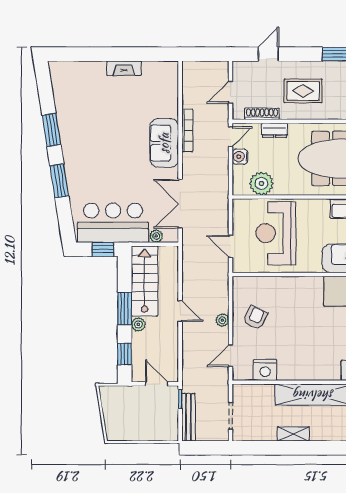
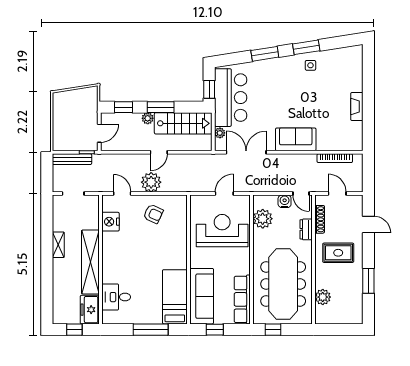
rug: (303, 91) -> (338, 253), turned 90
side table: (73, 125) -> (310, 65), added
bookcase: (187, 130) -> (335, 158), moved
door: (231, 246) -> (224, 194), moved
plant: (222, 320) -> (151, 182), width x1.87, depth x1.87

